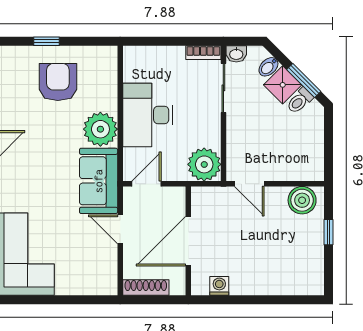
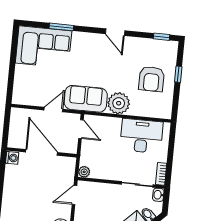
armchair: (58, 82) -> (151, 79), turned 90
desk: (148, 115) -> (141, 136), moved
plant: (204, 164) -> (84, 172), width x0.53, depth x0.53
washing machine: (219, 286) -> (12, 158), moved
shoe rack: (146, 288) -> (15, 122), removed

